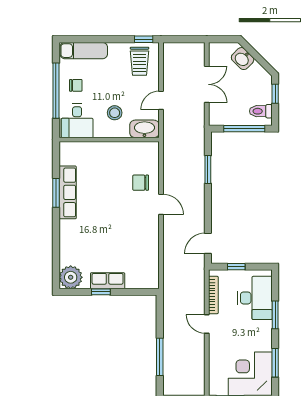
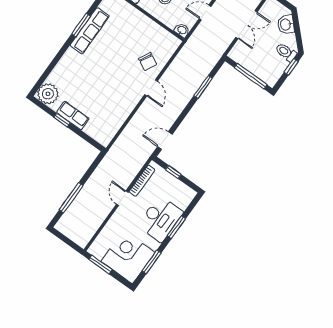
toilet: (261, 111) -> (286, 52), moved
washbasin: (144, 129) -> (182, 30), width x0.52, depth x0.69
chair: (141, 183) -> (148, 62), turned -153
desk: (255, 298) -> (160, 219), moved

